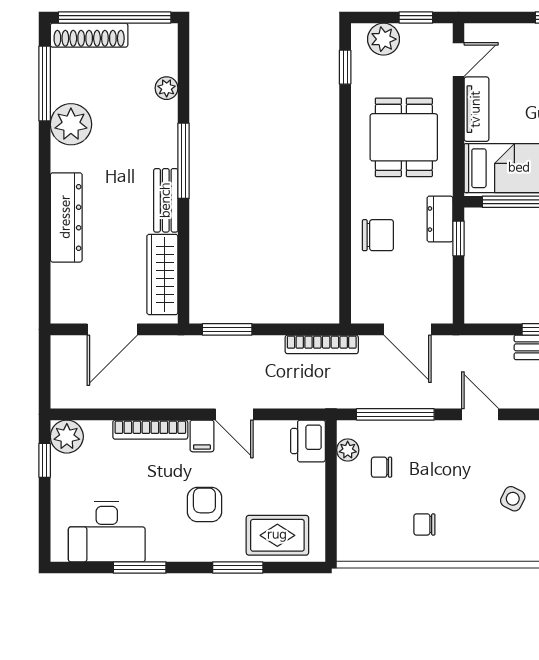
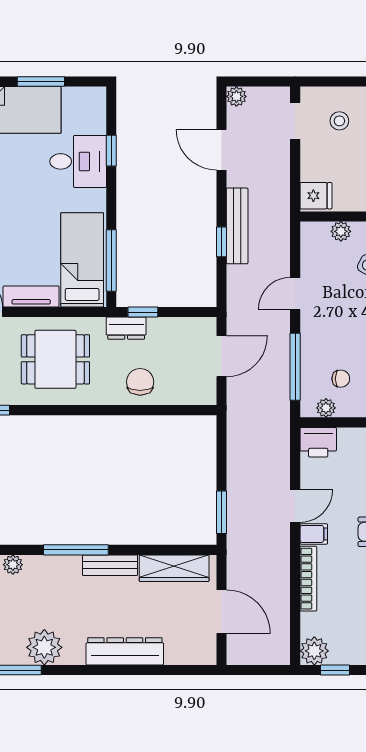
bookcase: (322, 344) -> (235, 430), removed
chair: (382, 467) -> (341, 379), turned -90

